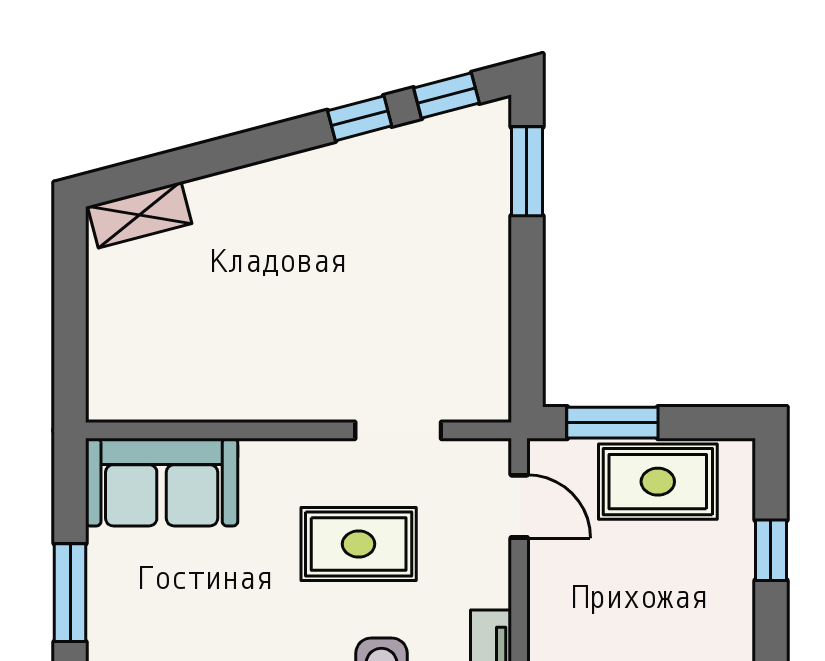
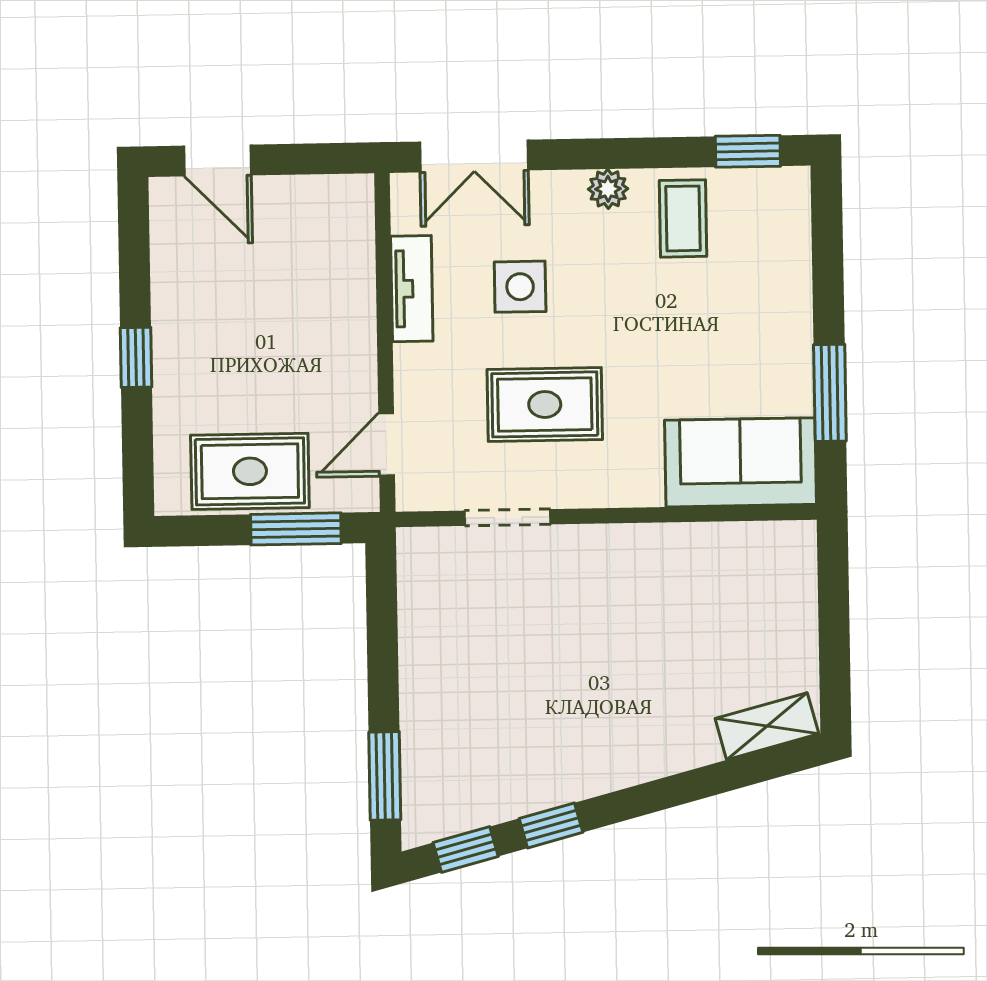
door: (519, 506) -> (387, 444), hinge flipped
window: (771, 550) -> (136, 357), moved
window: (70, 593) -> (830, 393), moved

